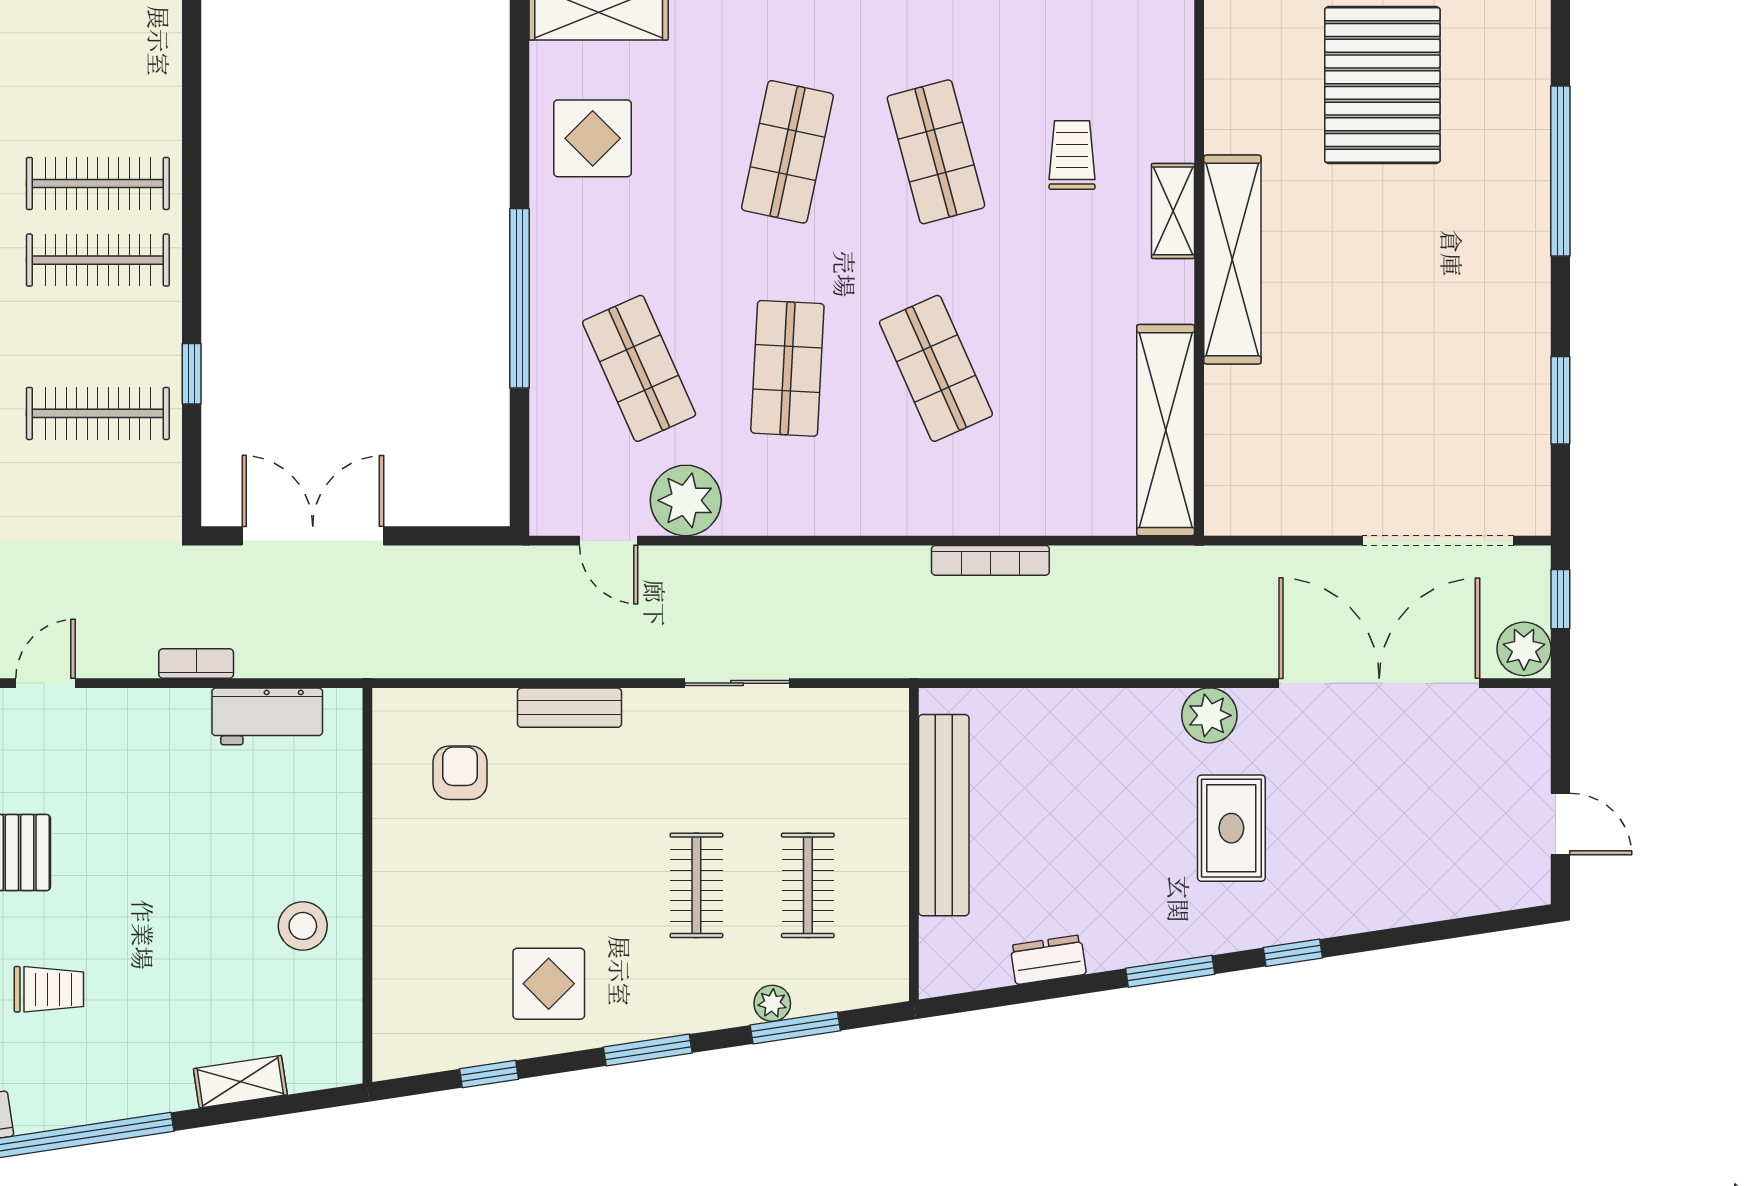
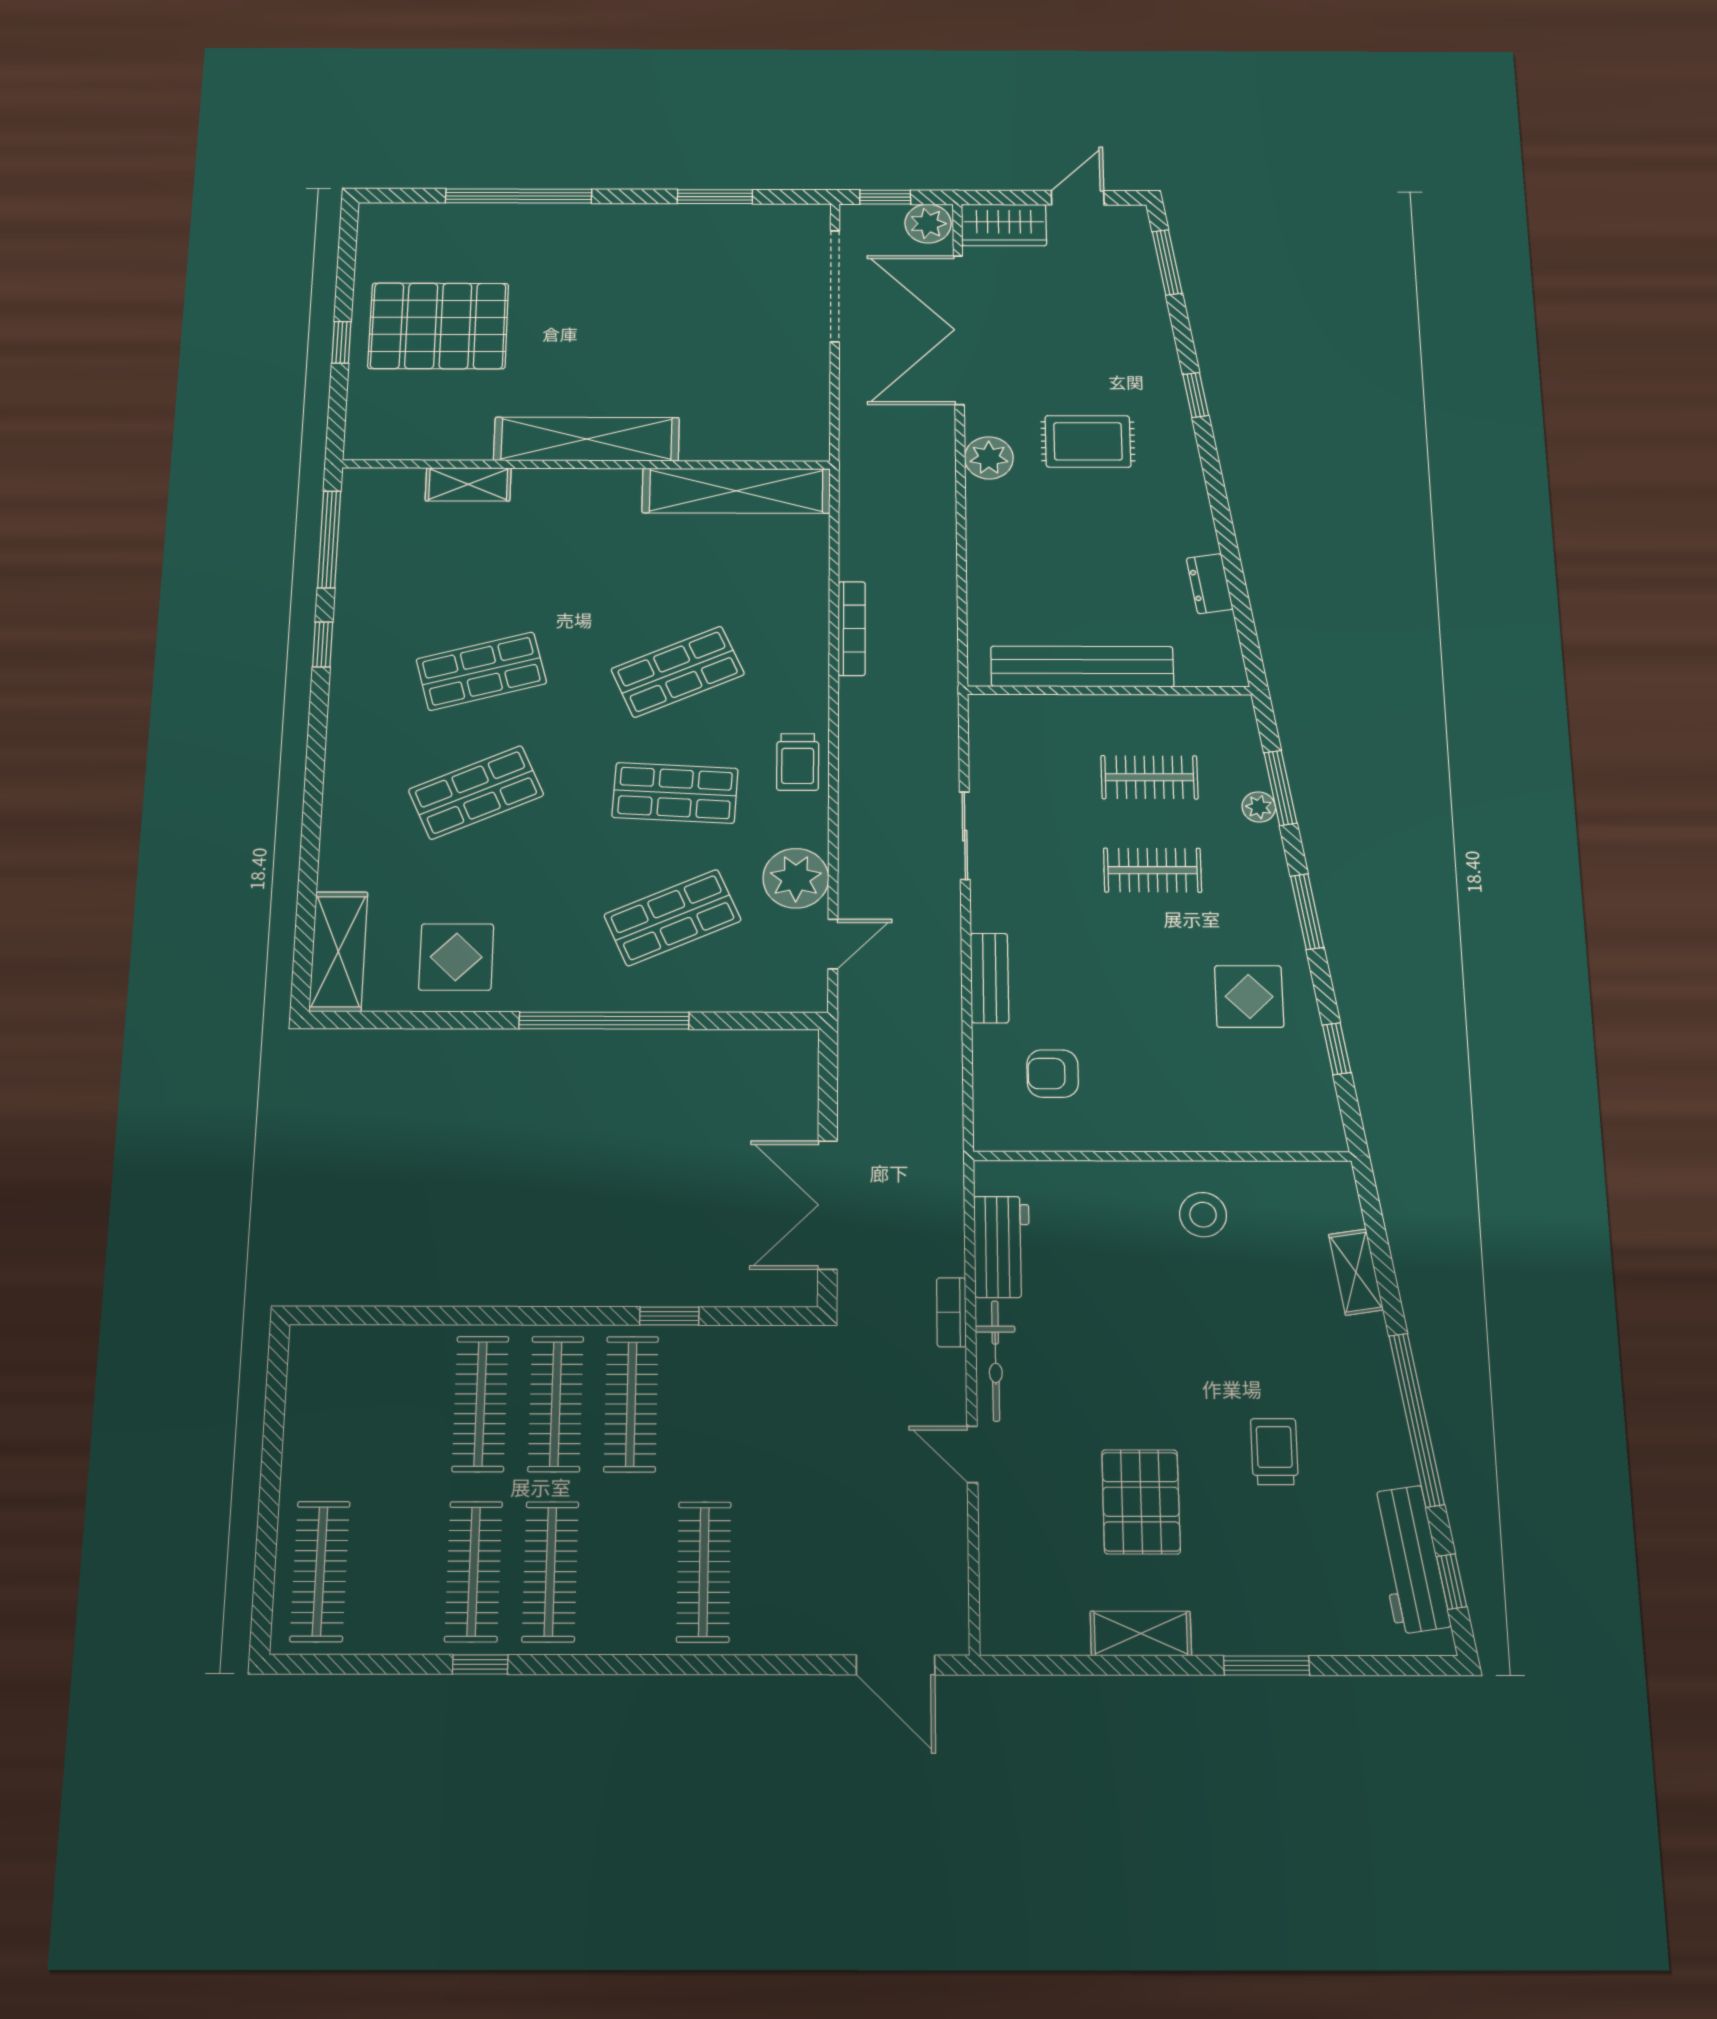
shop shelf: (787, 152) -> (476, 792), turned -36
trolley: (1072, 155) -> (798, 762), moved, turned -90
shelving: (1173, 211) -> (468, 484), moved
clothes rail: (98, 413) -> (631, 1404), moved
bicycle: (144, 708) -> (996, 1361), added
wardrobe: (1522, 737) -> (1004, 225), added
window: (1170, 971) -> (1167, 262), moved

